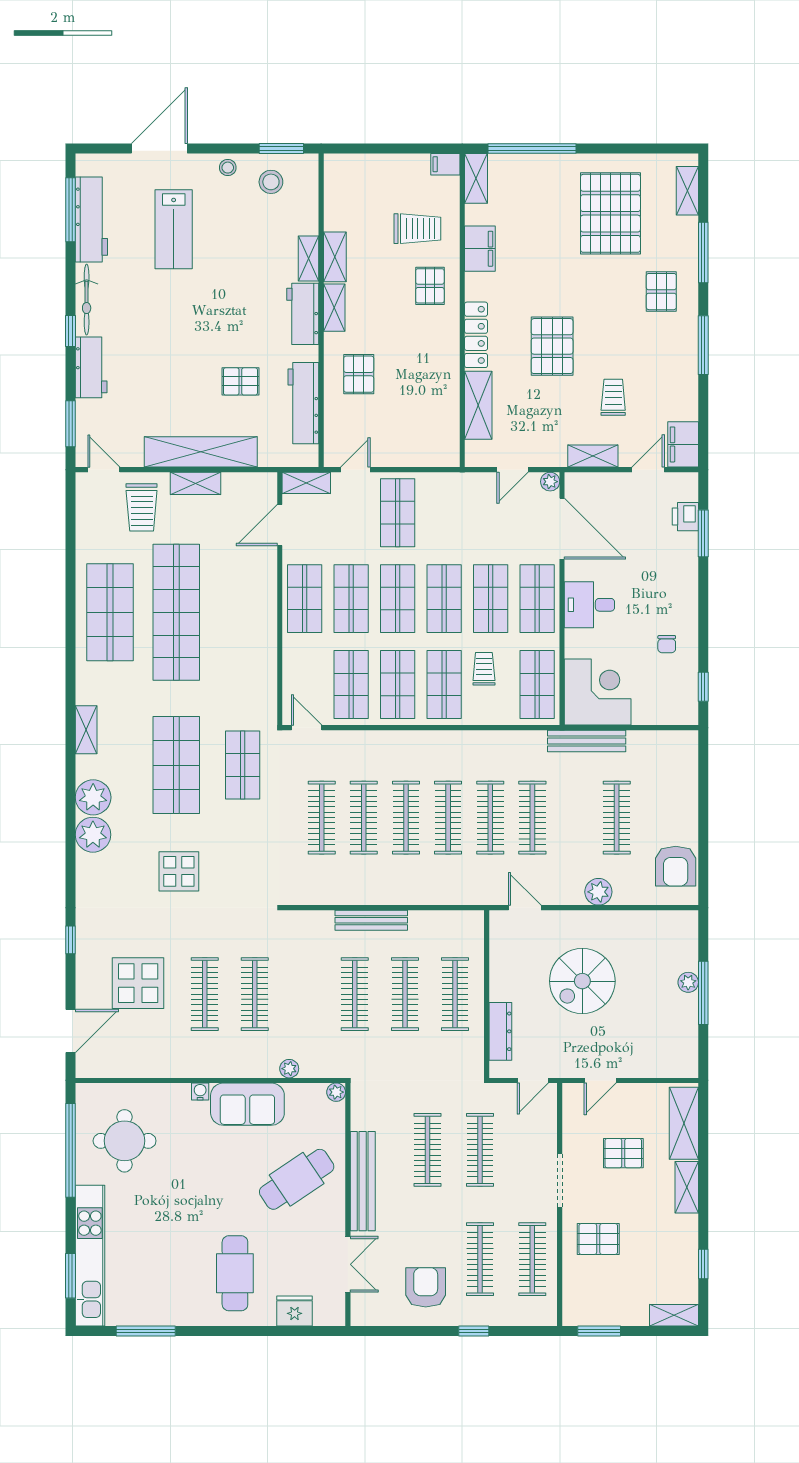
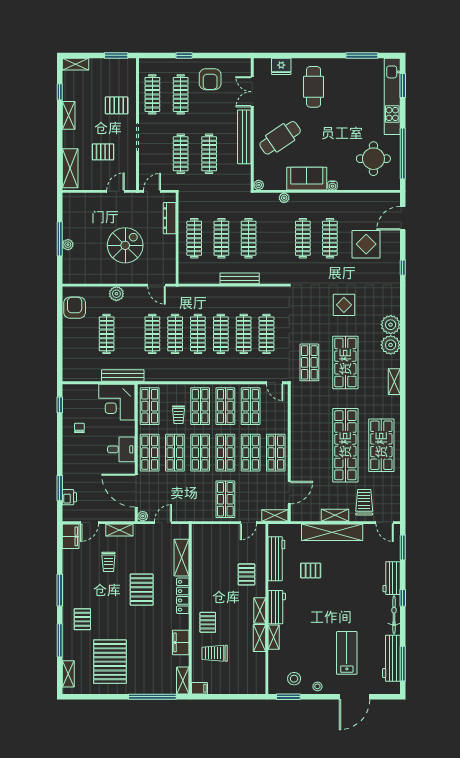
shelving: (687, 1187) -> (69, 115), moved

